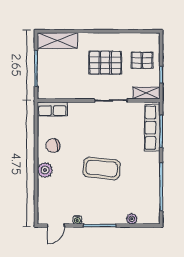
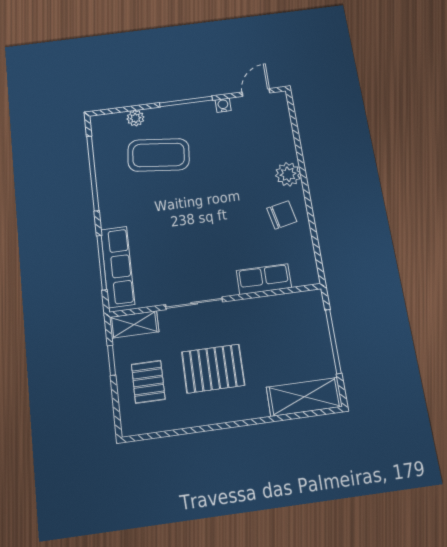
pallet: (142, 60) -> (148, 382), turned 90
row of seats: (52, 109) -> (264, 279), moved
coffee table: (102, 168) -> (159, 155), moved

